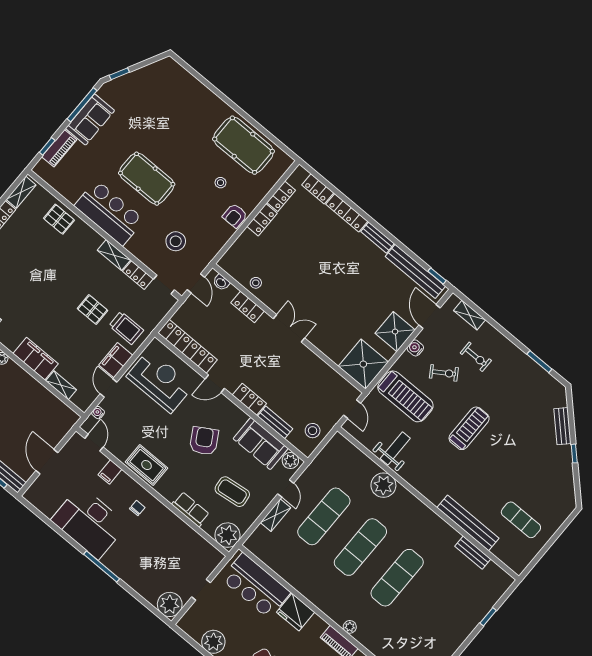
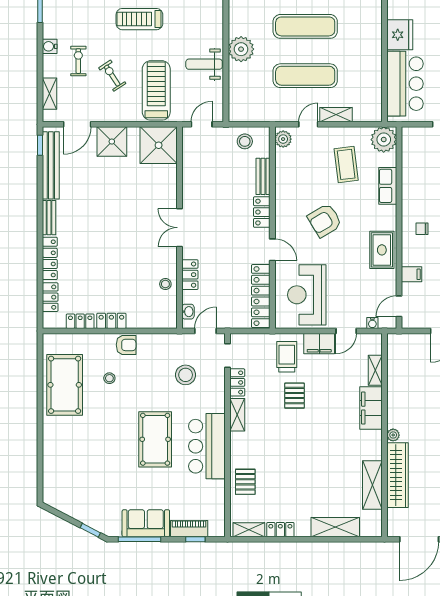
water cooler: (415, 348) -> (50, 46), moved, turned 90
sofa: (261, 444) -> (289, 174), removed

